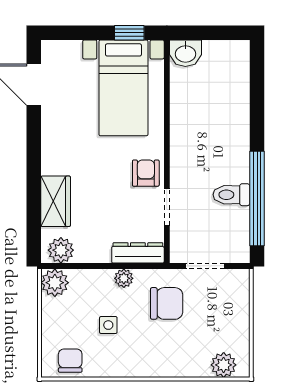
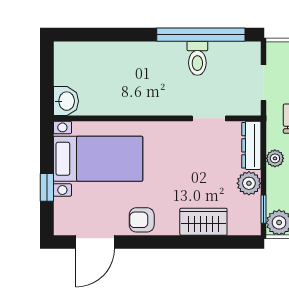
window: (129, 33) -> (47, 187), moved
armchair: (146, 173) -> (142, 220), moved
plant: (61, 250) -> (249, 183), moved
window: (69, 266) -> (264, 209), added

